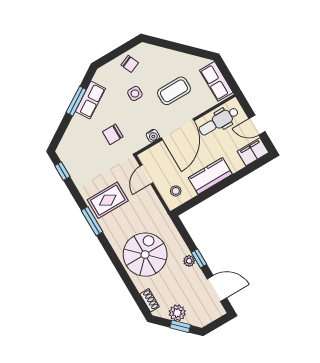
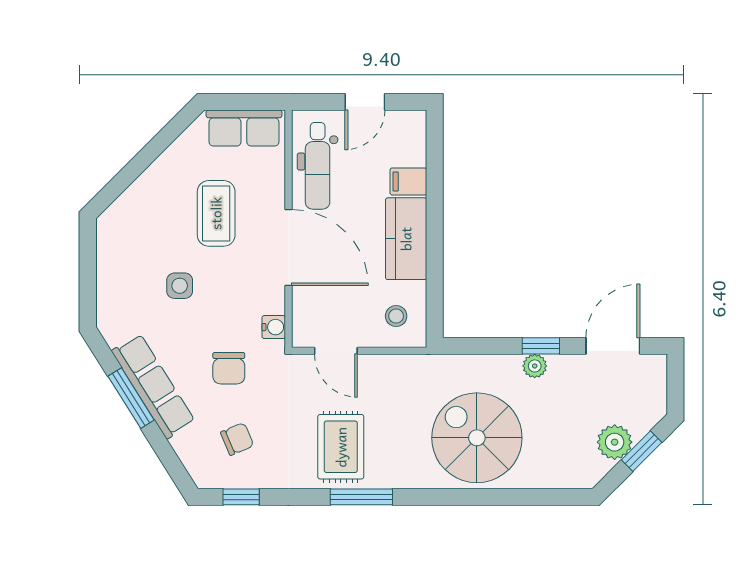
chair: (130, 64) -> (237, 439), moved
row of seats: (90, 100) -> (153, 386), width x1.48
water cooler: (153, 136) -> (274, 327), moved
filing cabinet: (253, 152) -> (408, 181), moved, width x0.50
shoe rack: (150, 300) -> (563, 478), removed

